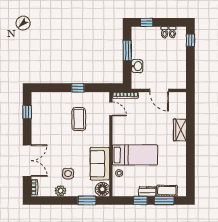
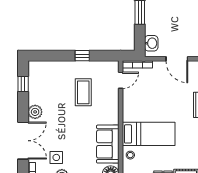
washbasin: (137, 66) -> (151, 43), moved
door: (111, 109) -> (121, 80), hinge flipped
plant: (37, 136) -> (35, 112), added
side table: (68, 174) -> (56, 157), moved

